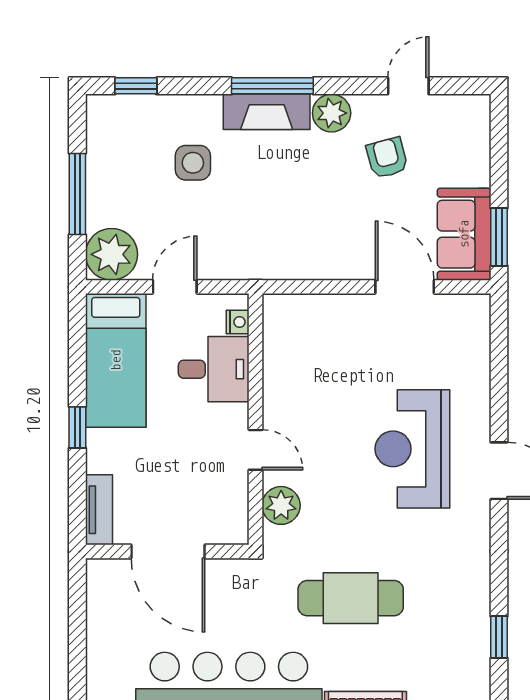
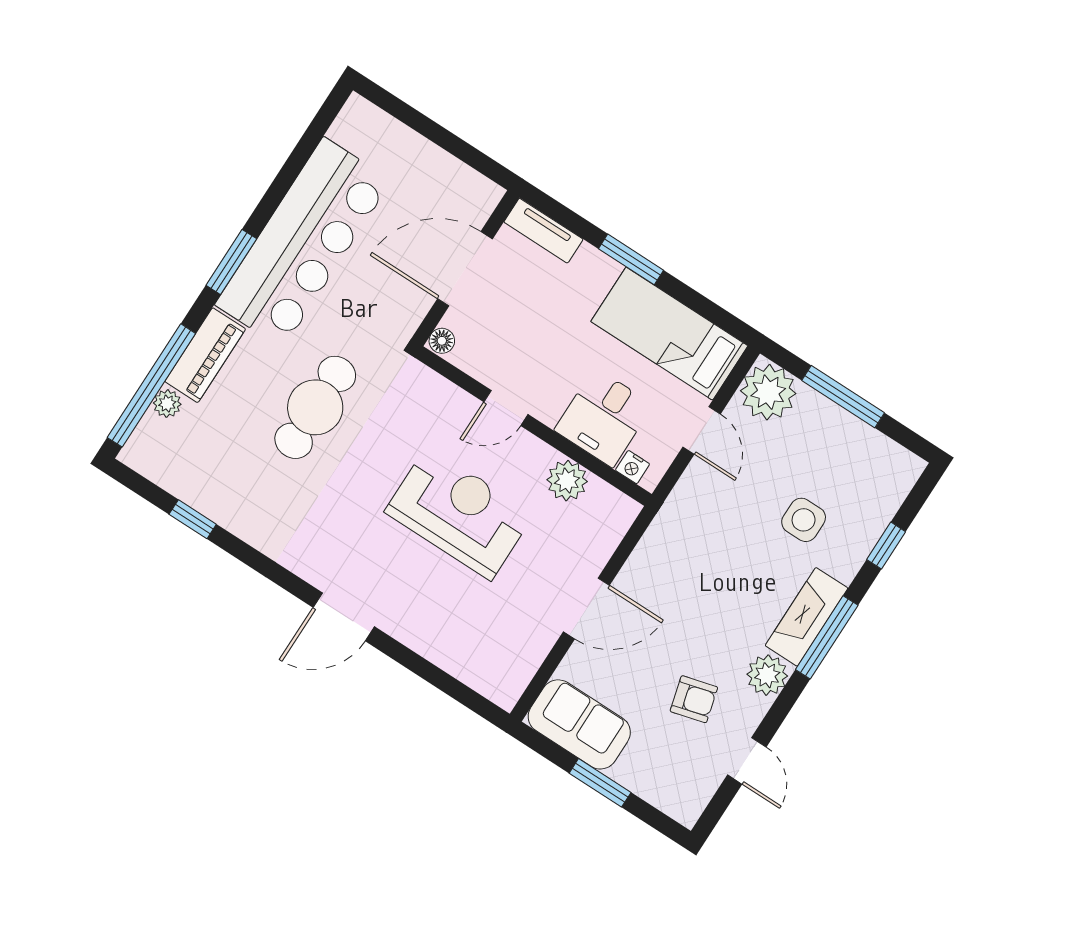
window: (136, 86) -> (886, 546), moved
window: (499, 237) -> (600, 783), moved
door: (405, 287) -> (586, 609), moved
window: (77, 427) -> (631, 259), width x1.50
reception desk: (412, 449) -> (459, 513), moved
plant: (281, 505) -> (567, 481), moved
floor lamp: (235, 533) -> (442, 341), added

